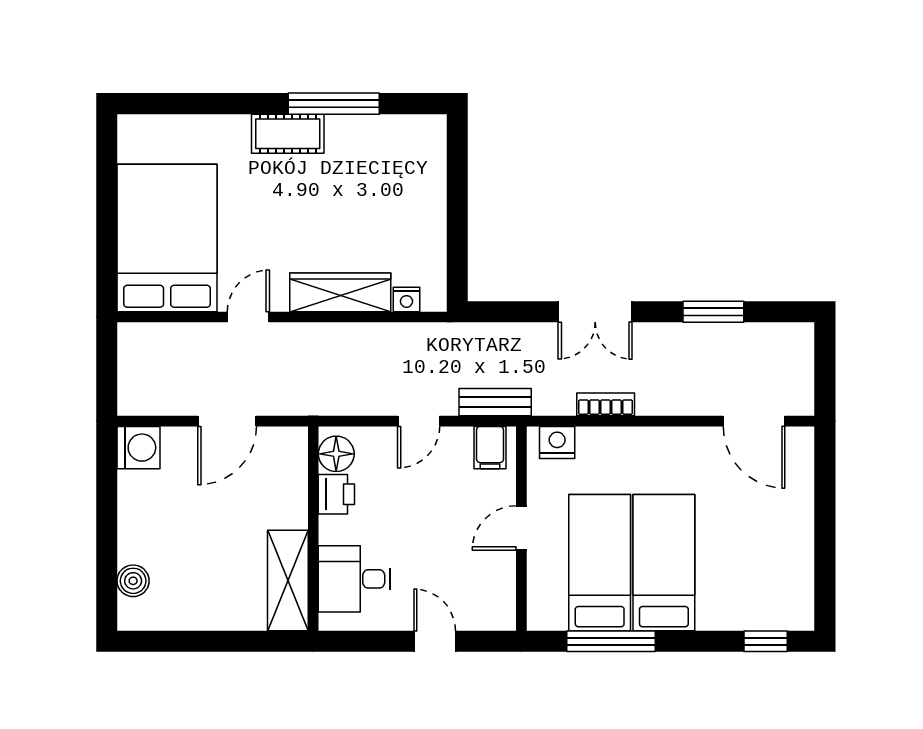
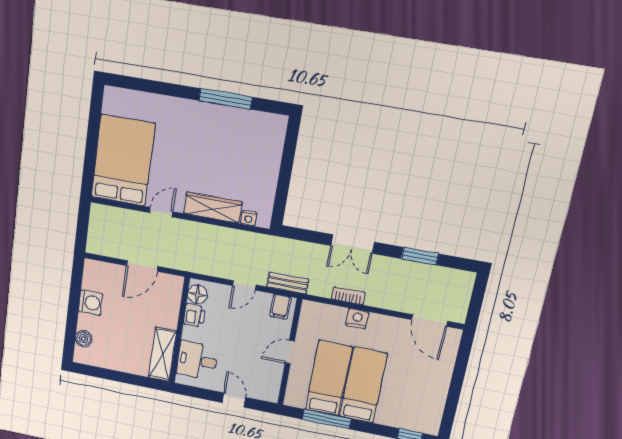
cot: (288, 134) -> (197, 112), removed
nightstand: (557, 442) -> (357, 319), moved
washing machine: (139, 448) -> (91, 303), moved

